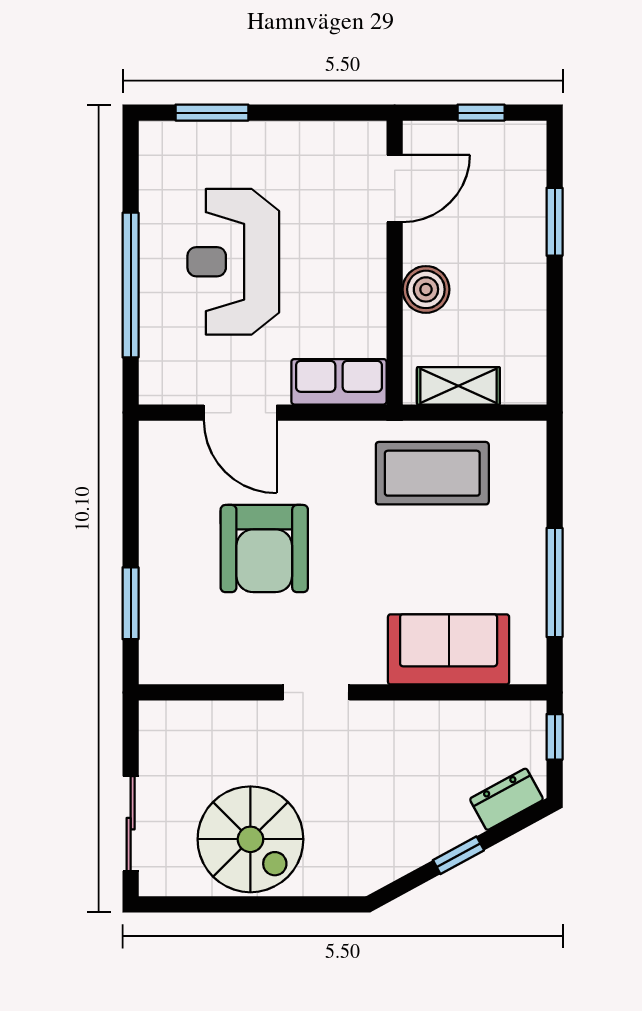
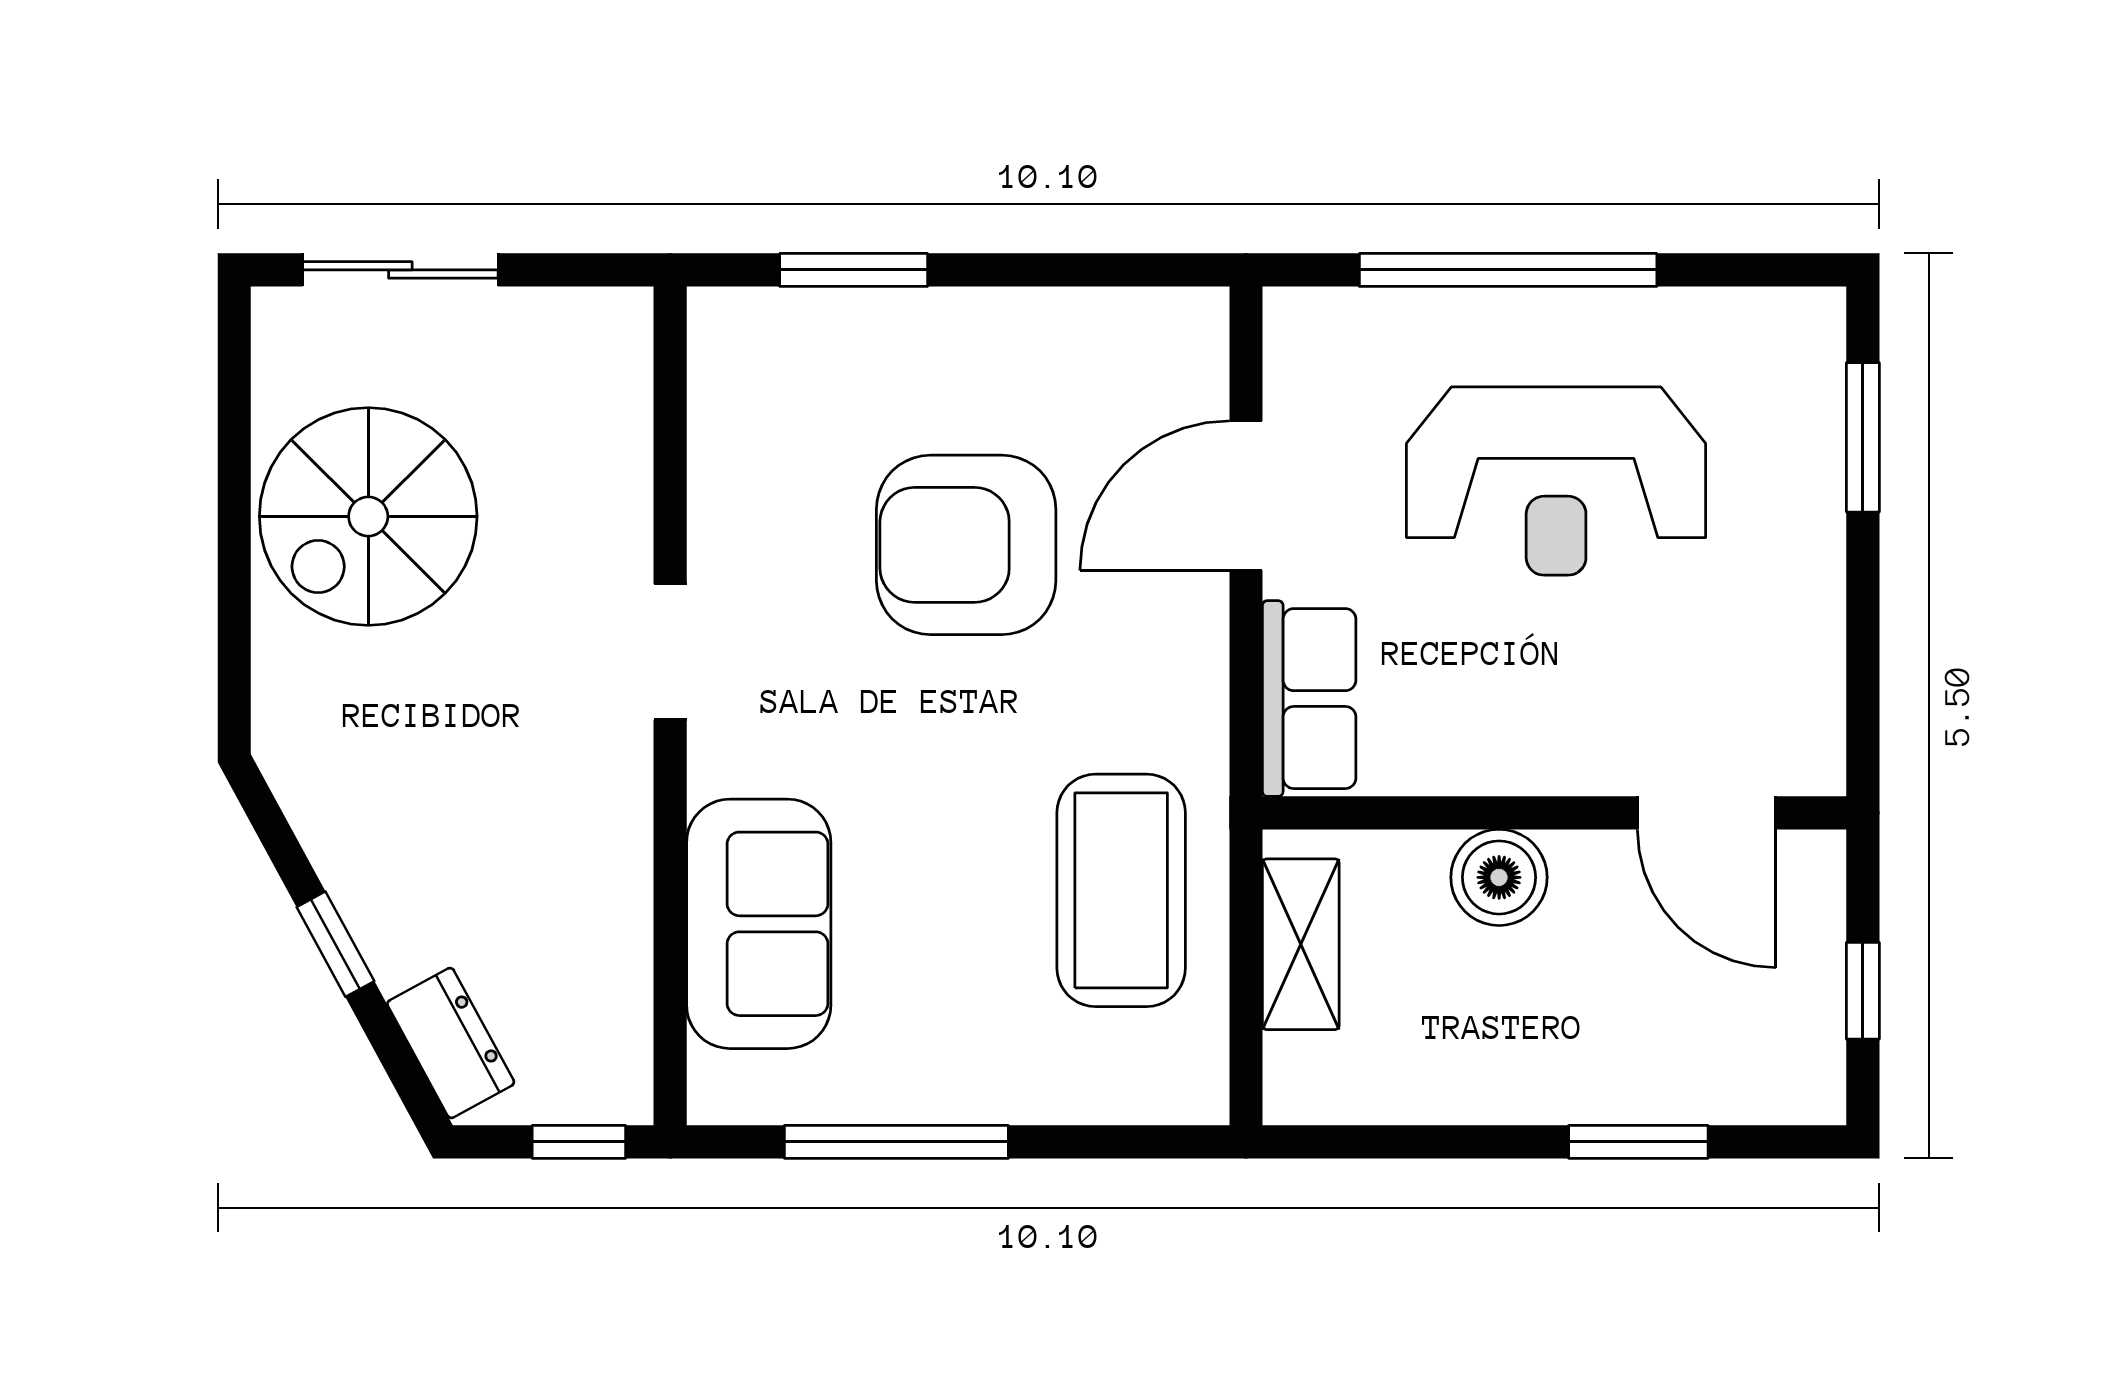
reception desk: (233, 262) -> (1556, 481), turned 180

